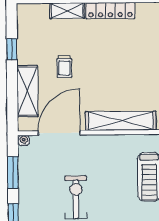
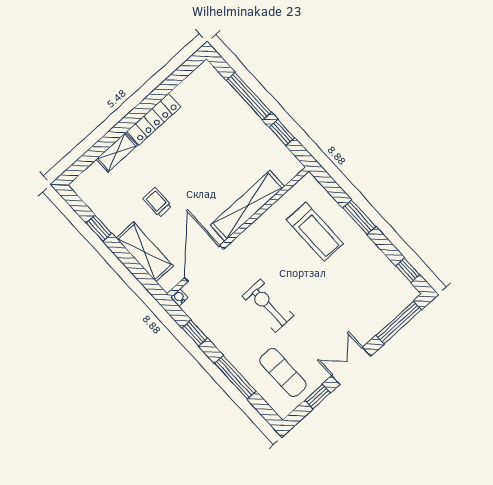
trolley: (64, 66) -> (157, 202), turned 180
window: (13, 172) -> (195, 333), width x0.67

